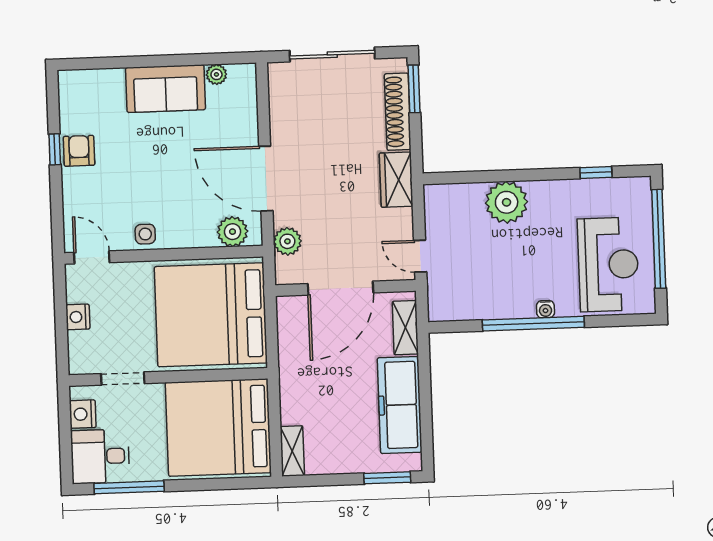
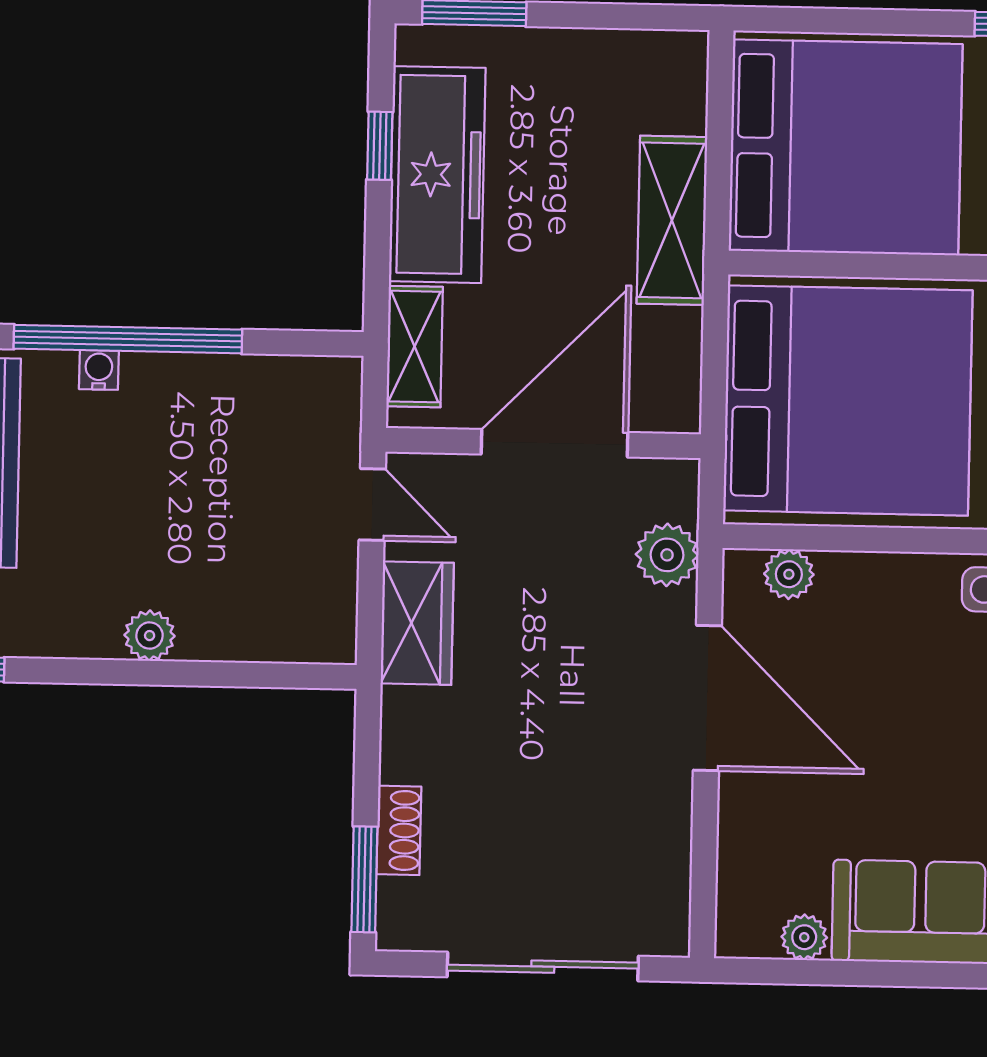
shoe rack: (398, 112) -> (399, 830), width x0.51, depth x0.81
wardrobe: (396, 180) -> (417, 623), moved
plant: (507, 202) -> (150, 636), width x0.53, depth x0.53
plant: (232, 232) -> (789, 574), width x0.73, depth x0.73
window: (426, 416) -> (380, 146), added
shelving: (292, 451) -> (672, 220), moved, width x1.50, depth x1.33

